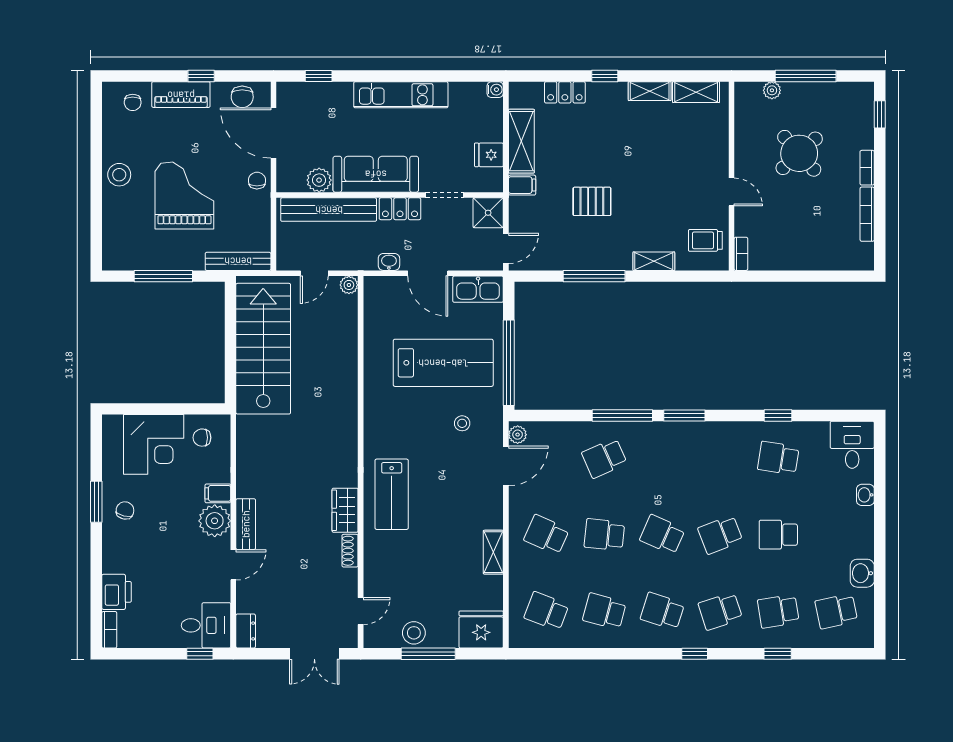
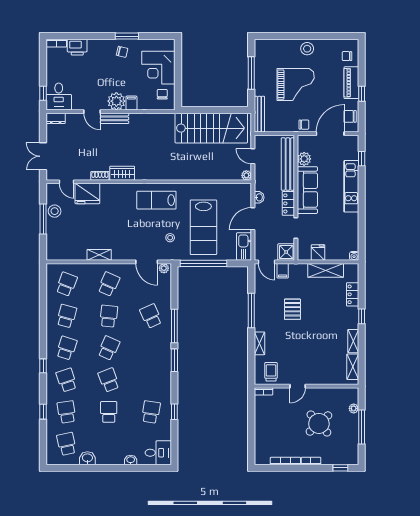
kitchen unit: (401, 95) -> (351, 186), moved
filing cabinet: (522, 185) -> (283, 271), moved
lab bench: (392, 494) -> (156, 200), moved
fridge: (481, 629) -> (87, 194), moved, turned 90

